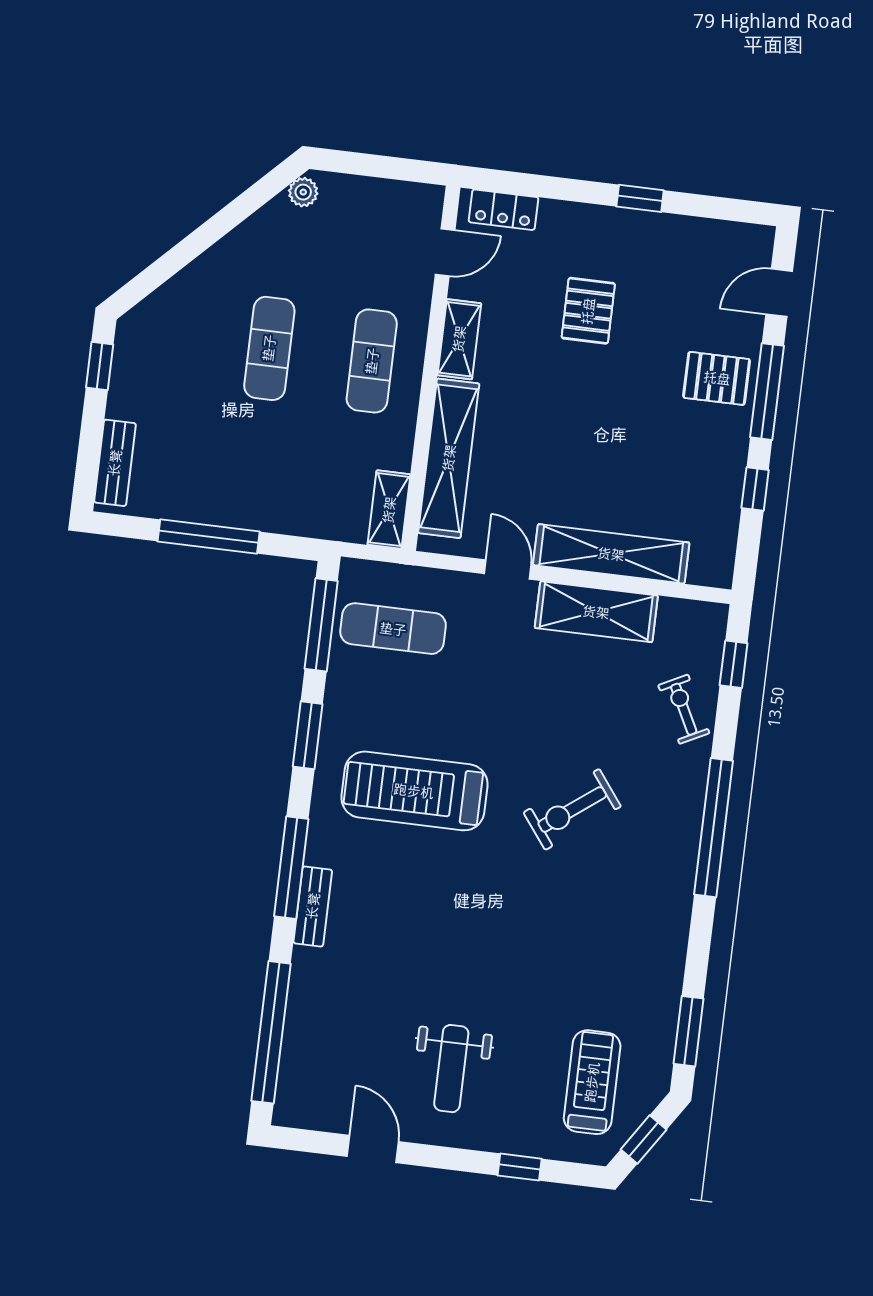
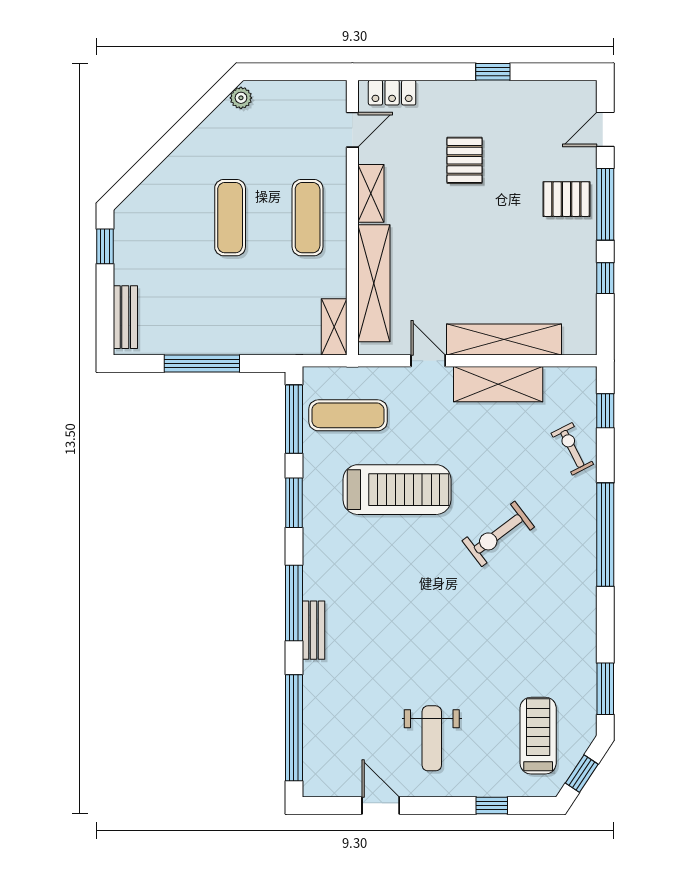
treadmill: (414, 791) -> (397, 490), moved, turned 180

